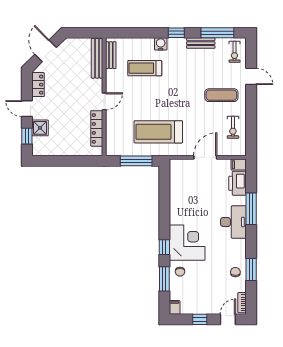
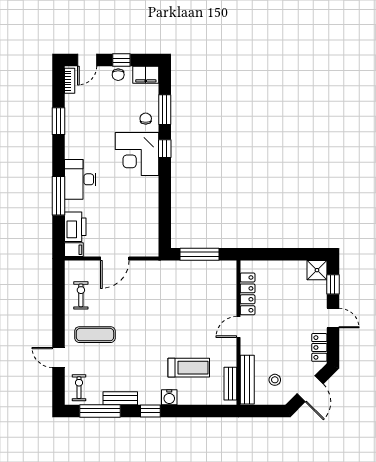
stool: (74, 58) -> (275, 380), added
shower: (40, 128) -> (317, 270), moved
treadmill: (158, 132) -> (172, 290), removed
chair: (235, 272) -> (118, 75), moved
filing cabinet: (175, 307) -> (146, 75), width x2.00

